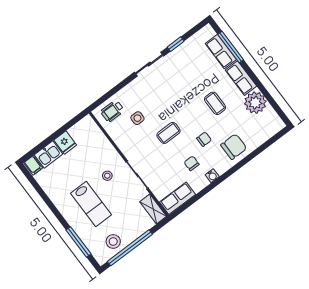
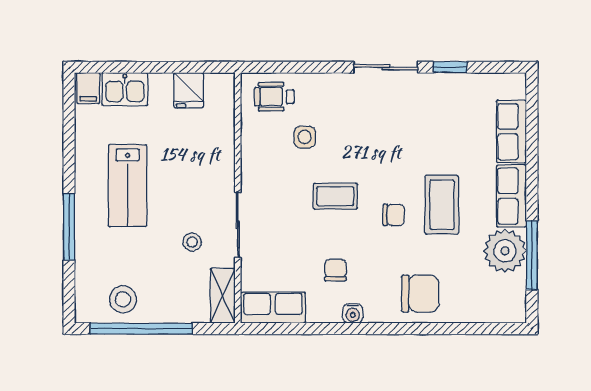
window: (231, 47) -> (532, 255), moved
coffee table: (215, 103) -> (442, 205), width x1.36, depth x1.30
chair: (204, 139) -> (394, 215), moved
fridge: (65, 143) -> (189, 90), moved
stool: (107, 176) -> (192, 242), moved
lab bench: (91, 204) -> (128, 186), moved
window: (79, 242) -> (69, 227), moved

